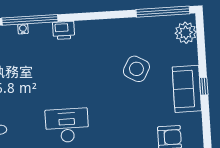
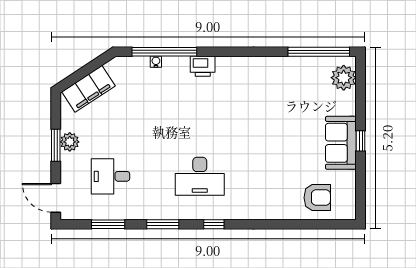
side table: (136, 69) -> (284, 116), removed
desk: (67, 125) -> (200, 176), turned 180

